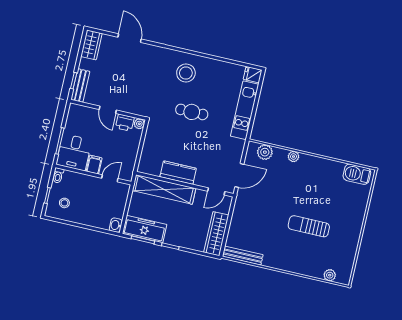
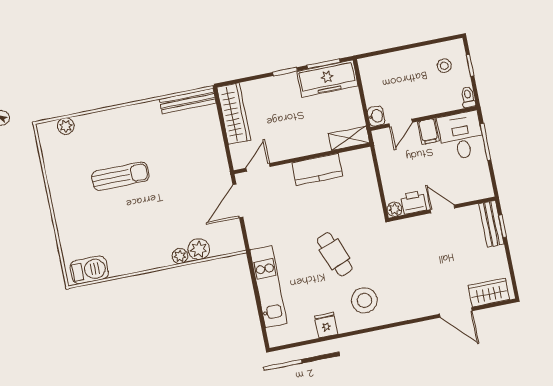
wardrobe: (91, 45) -> (489, 293), moved, turned 90
fridge: (253, 75) -> (326, 325), moved, turned -90
cafe table: (192, 112) -> (335, 254), turned 68
plant: (265, 152) -> (199, 249), moved
shelving: (164, 189) -> (349, 138), width x0.45, depth x0.75
washbasin: (116, 225) -> (376, 116), moved

